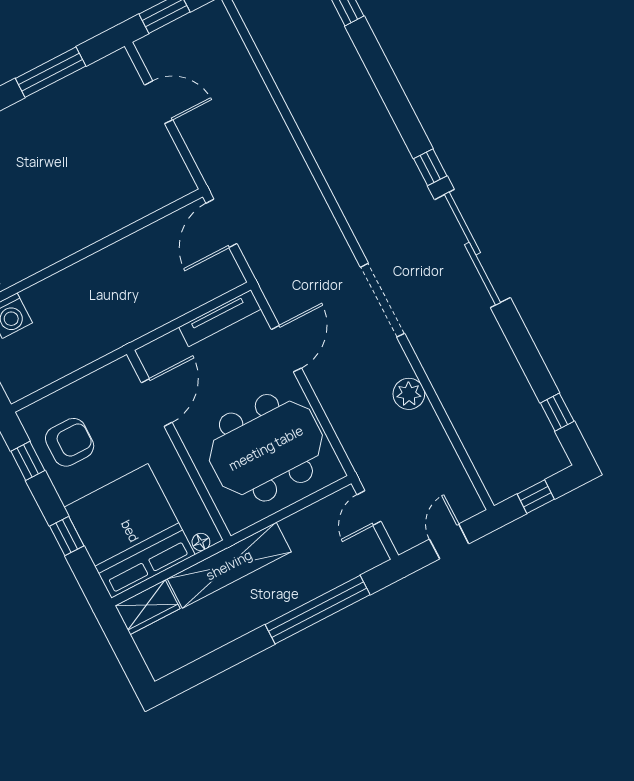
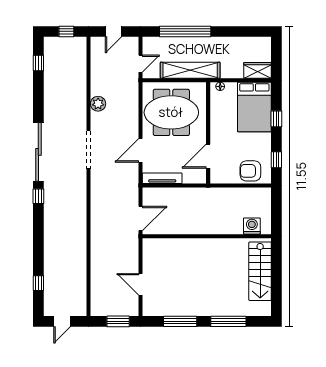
armchair: (70, 442) -> (250, 171), moved
bed: (130, 531) -> (254, 107), width x0.73
shelving: (229, 565) -> (190, 70), moved

